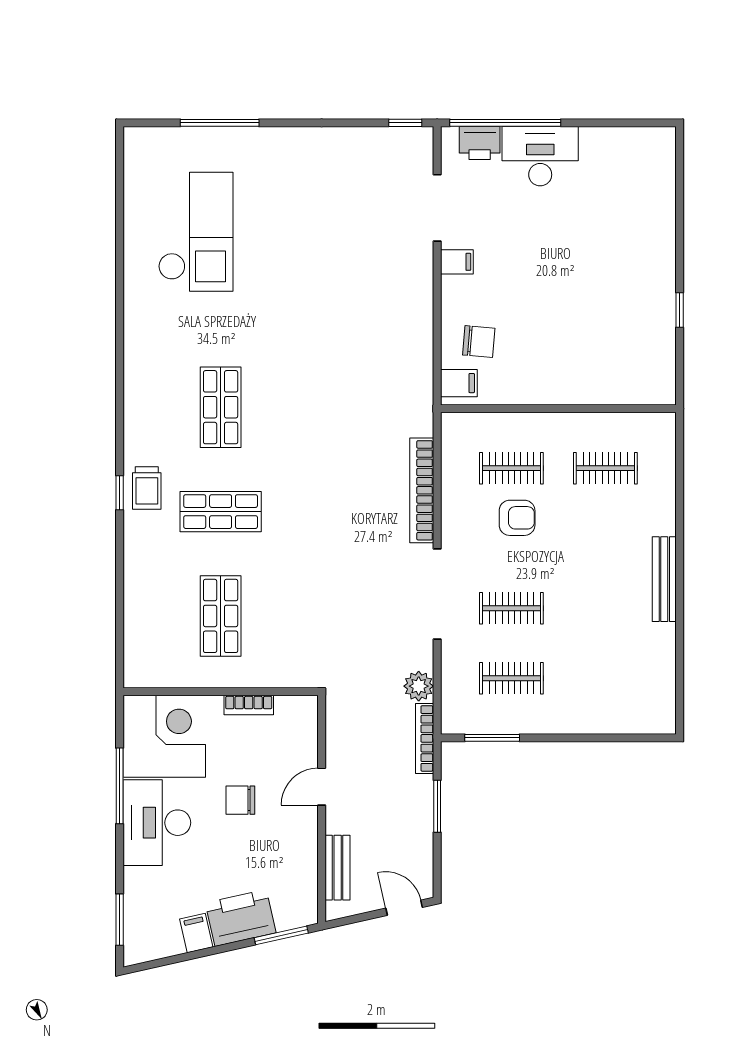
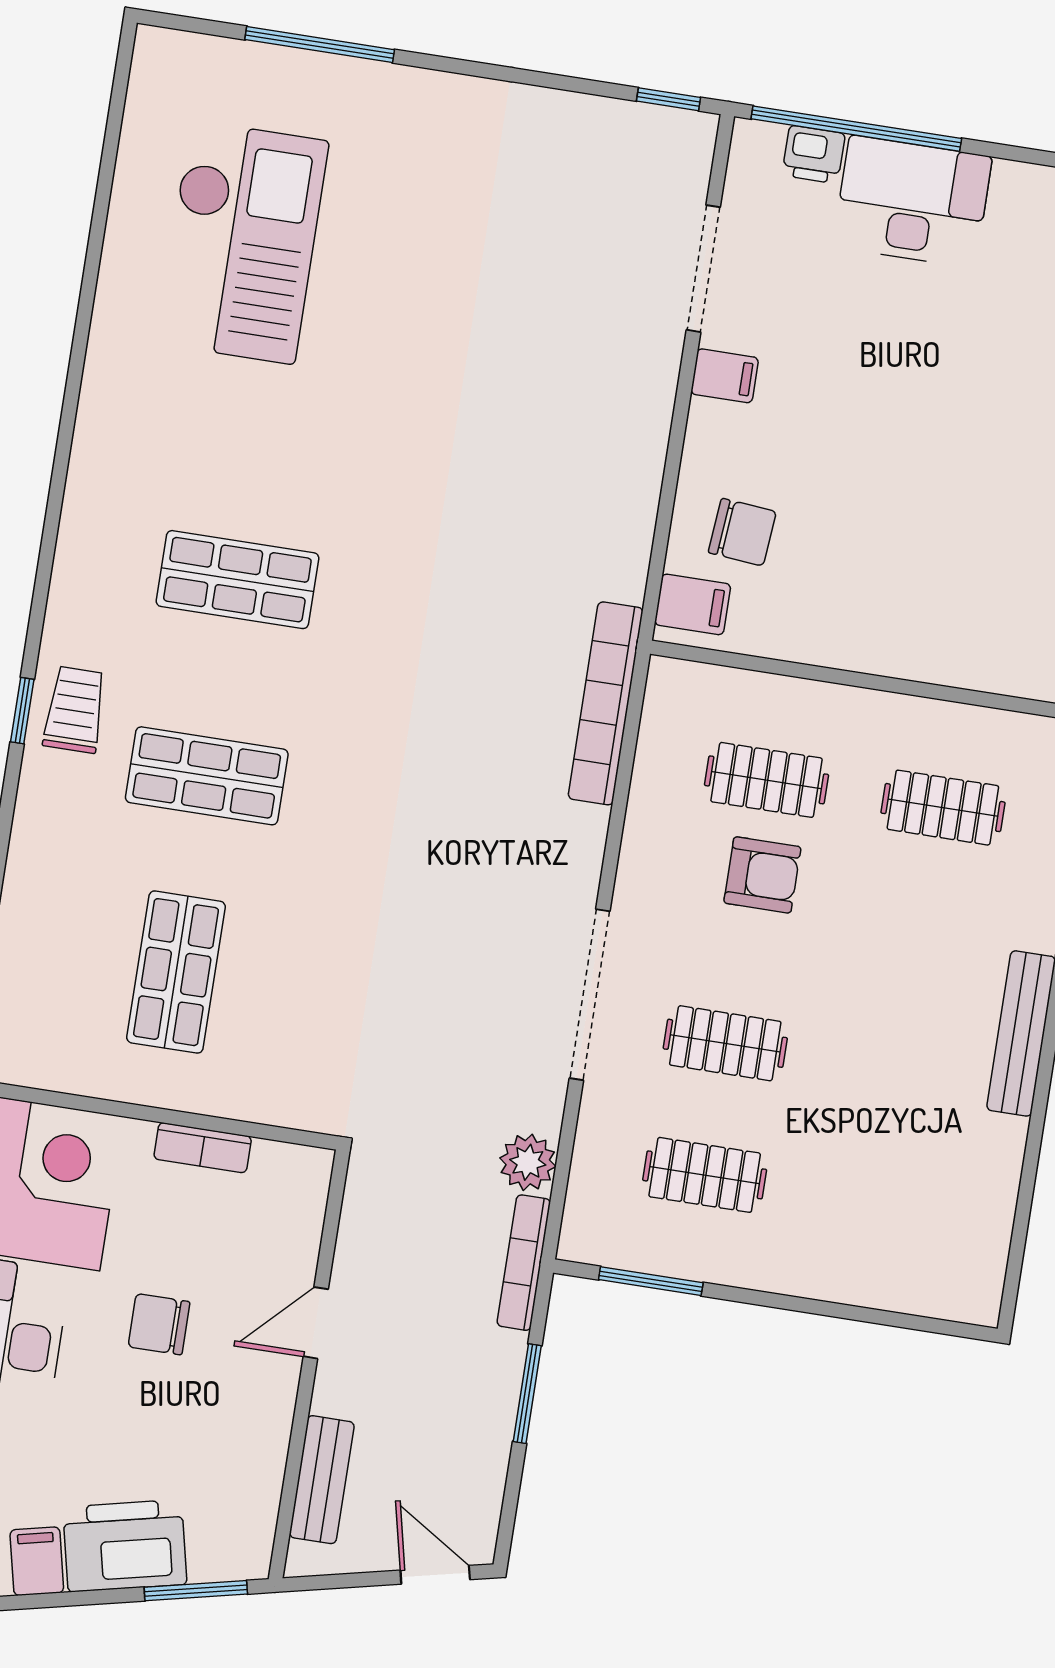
printer: (480, 143) -> (814, 155), width x0.73, depth x0.81
shop shelf: (221, 407) -> (237, 580), turned 90
trolley: (147, 488) -> (75, 710), turned 180
bookcase: (422, 490) -> (606, 703), moved

